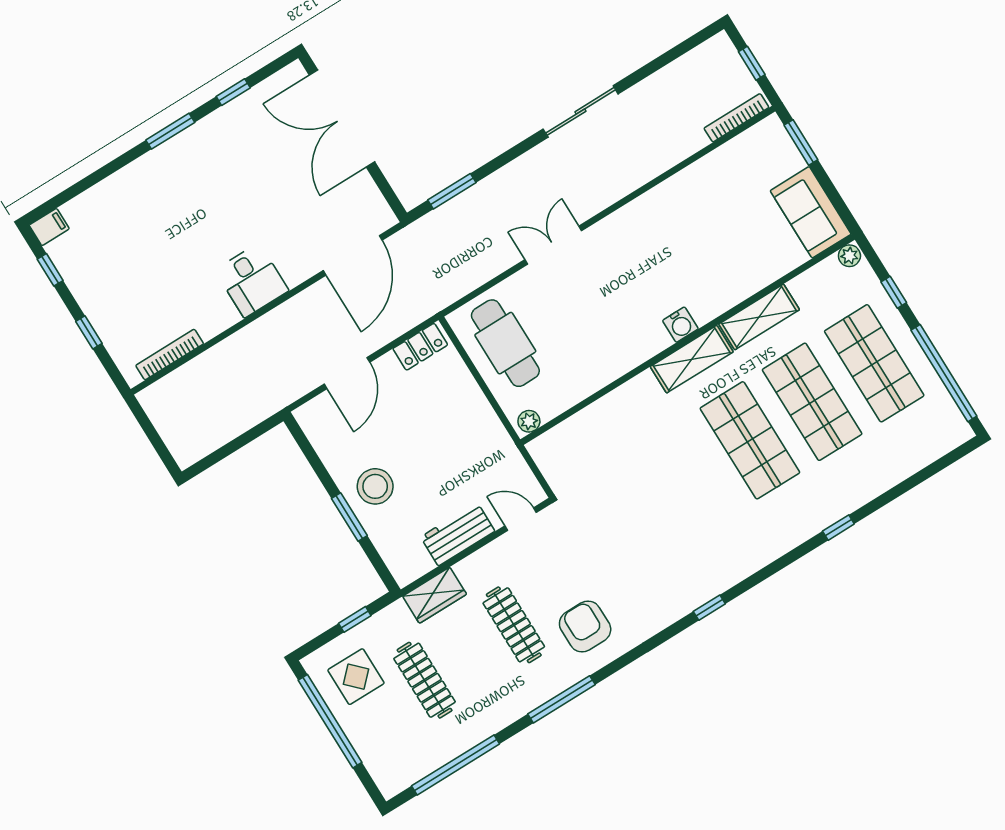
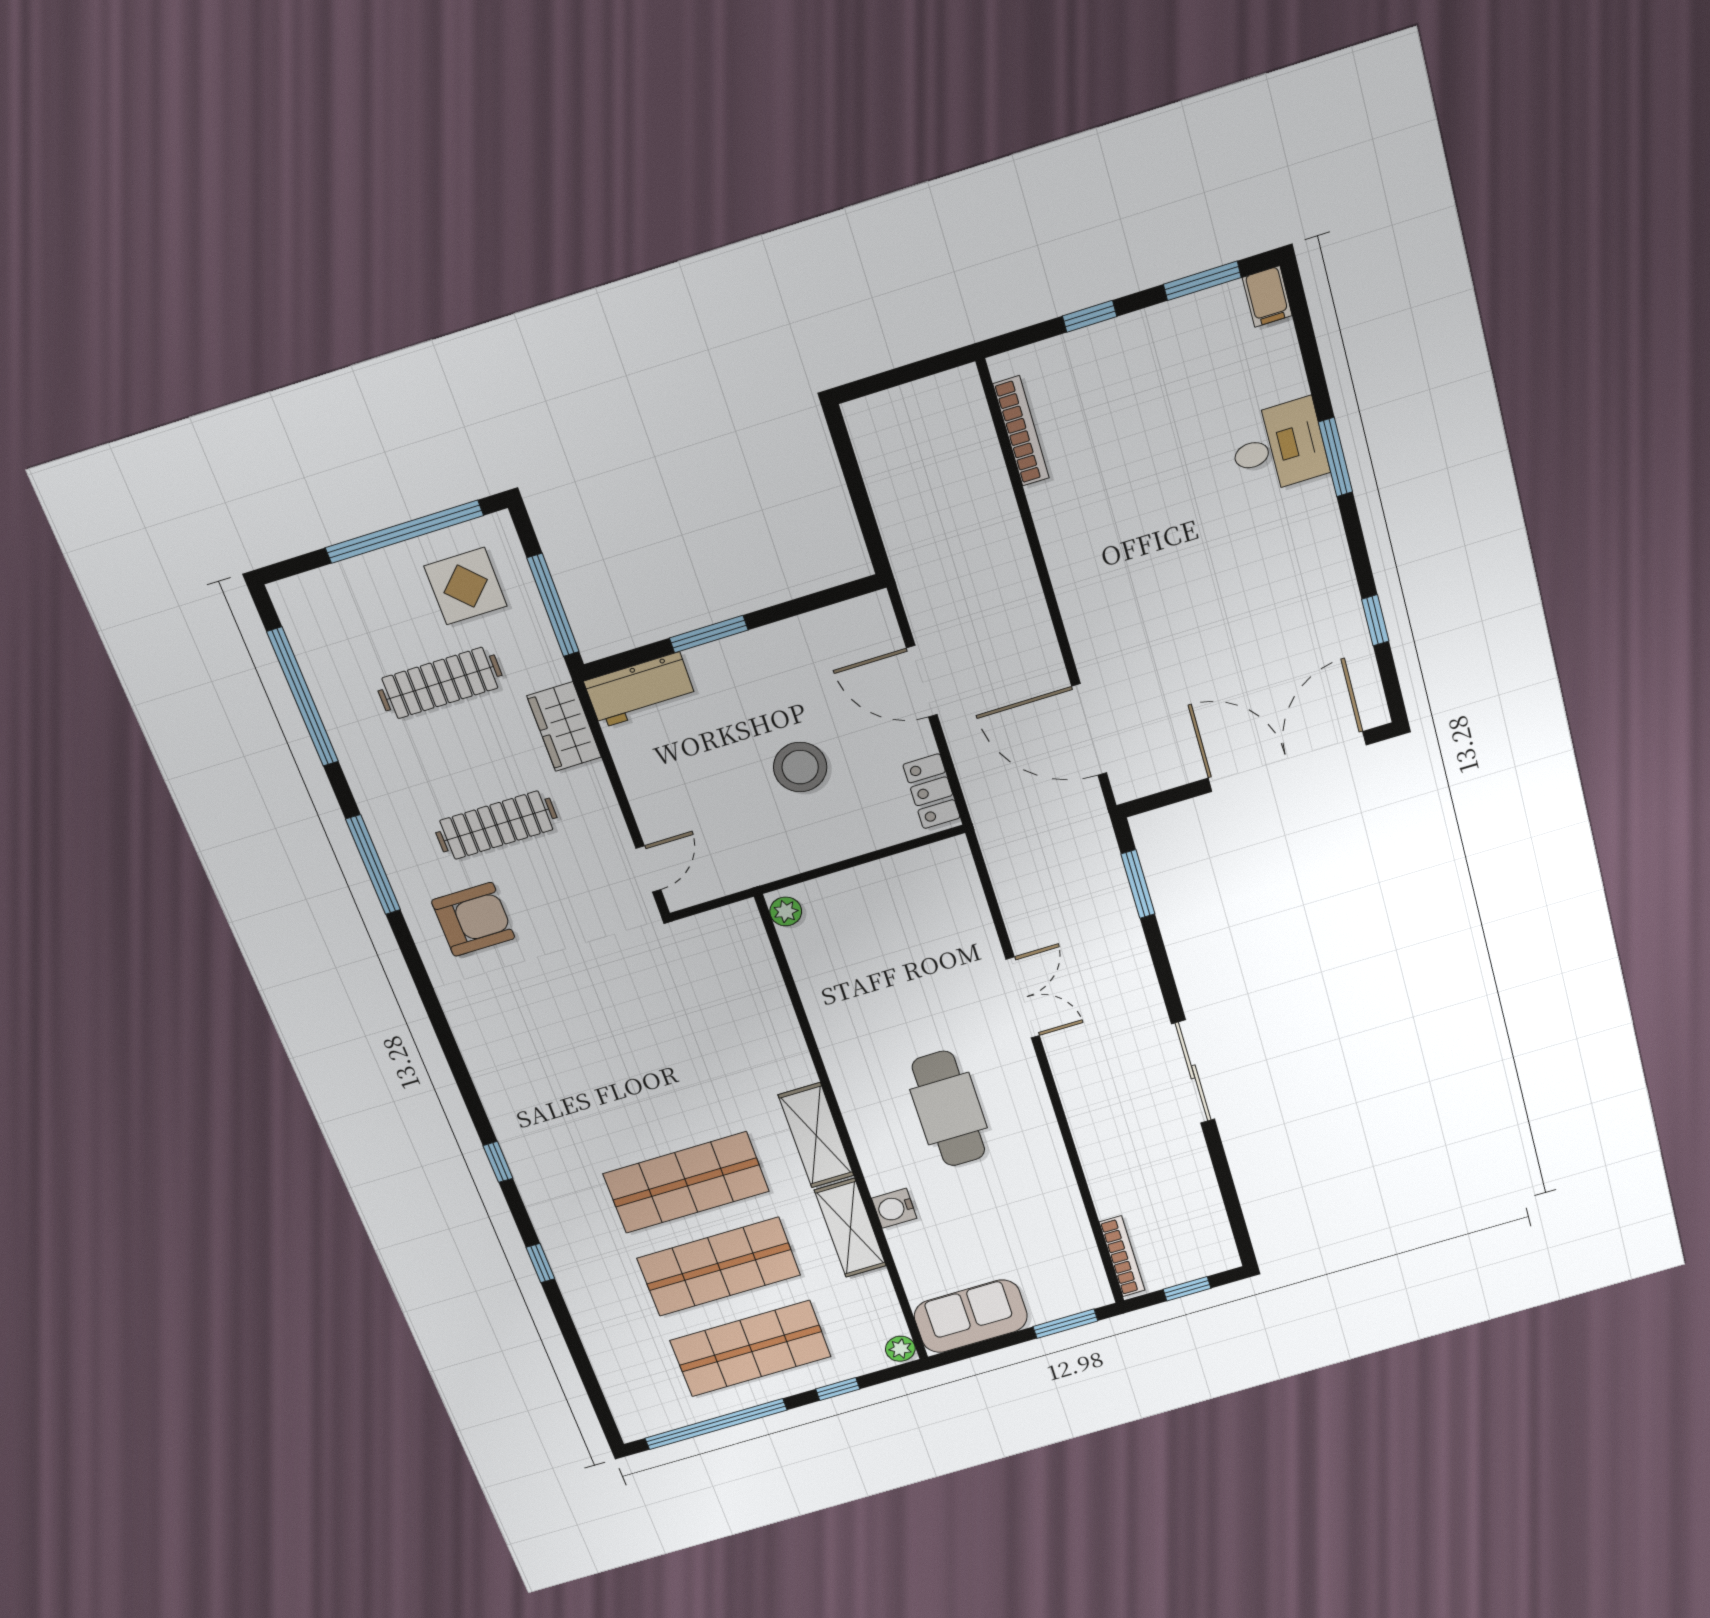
window: (170, 131) -> (1335, 457), moved
window: (50, 270) -> (1202, 281), width x1.50
desk: (252, 280) -> (1278, 447), moved, turned 180
water cooler: (680, 325) -> (894, 1208), moved
cafe table: (505, 343) -> (949, 1109), moved, turned 90
stool: (375, 486) -> (800, 767), moved
workbench: (458, 534) -> (640, 690), moved, turned 90
window: (709, 608) -> (498, 1162), moved
window: (355, 619) -> (553, 605), width x2.17

